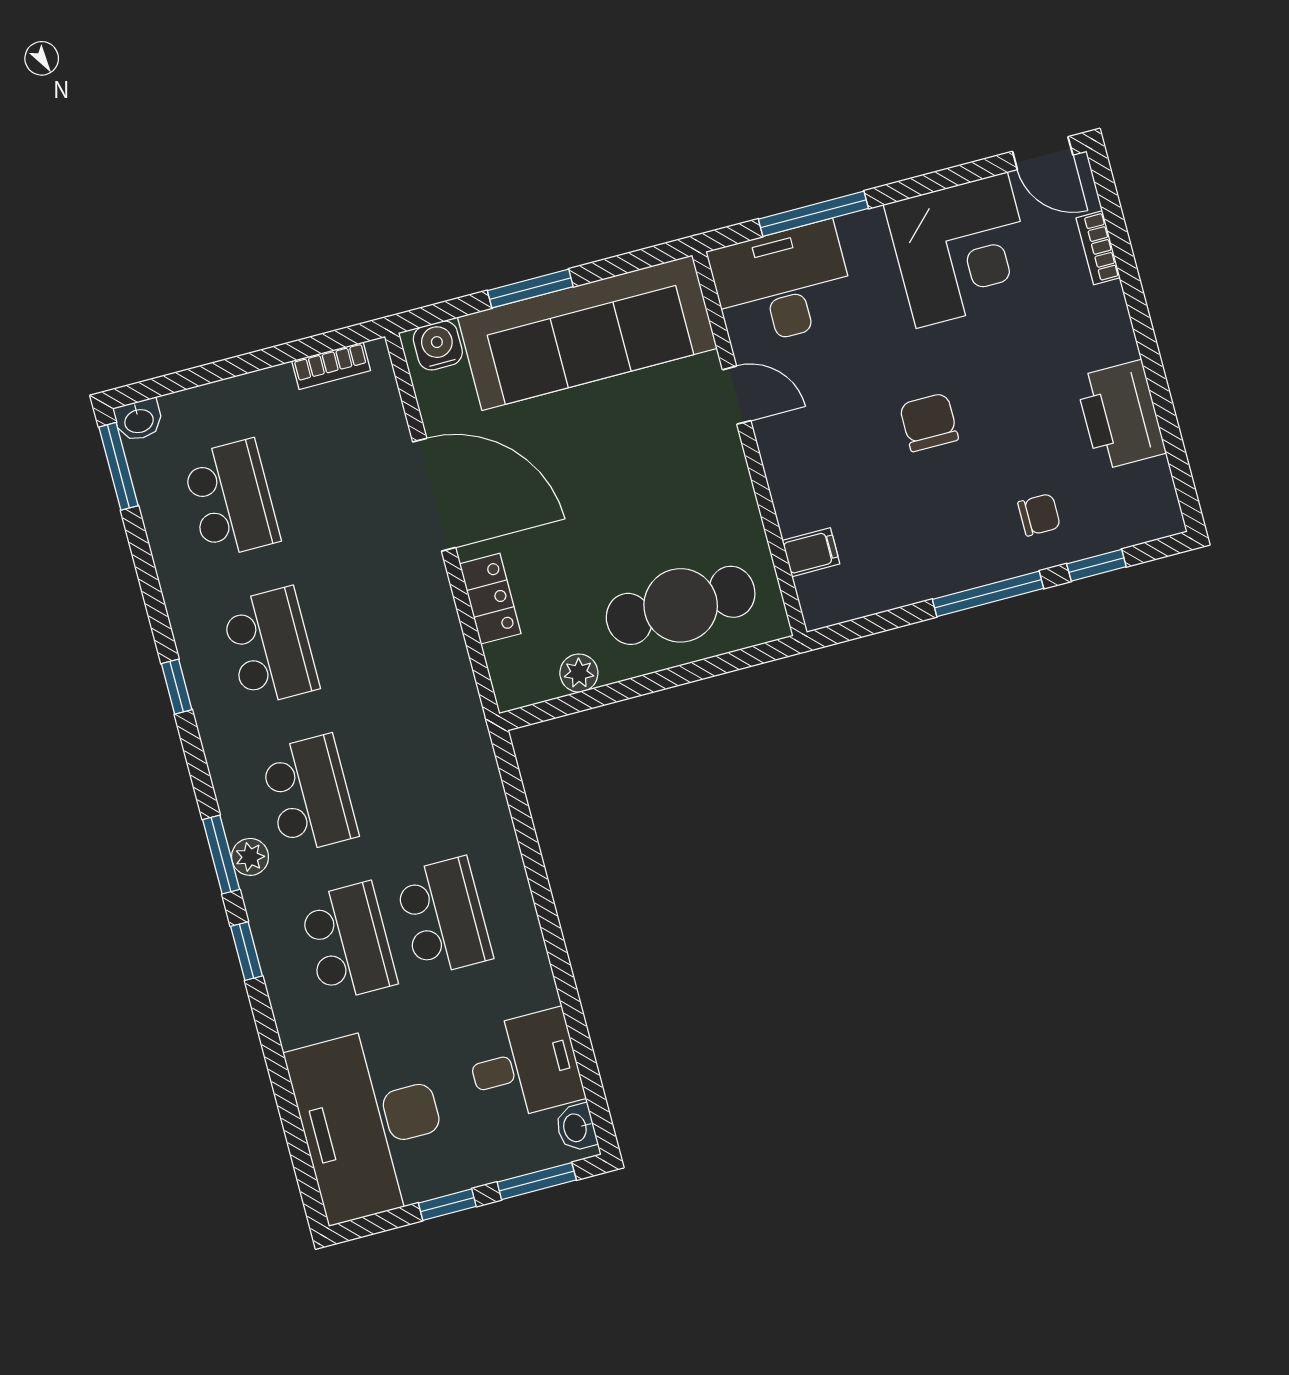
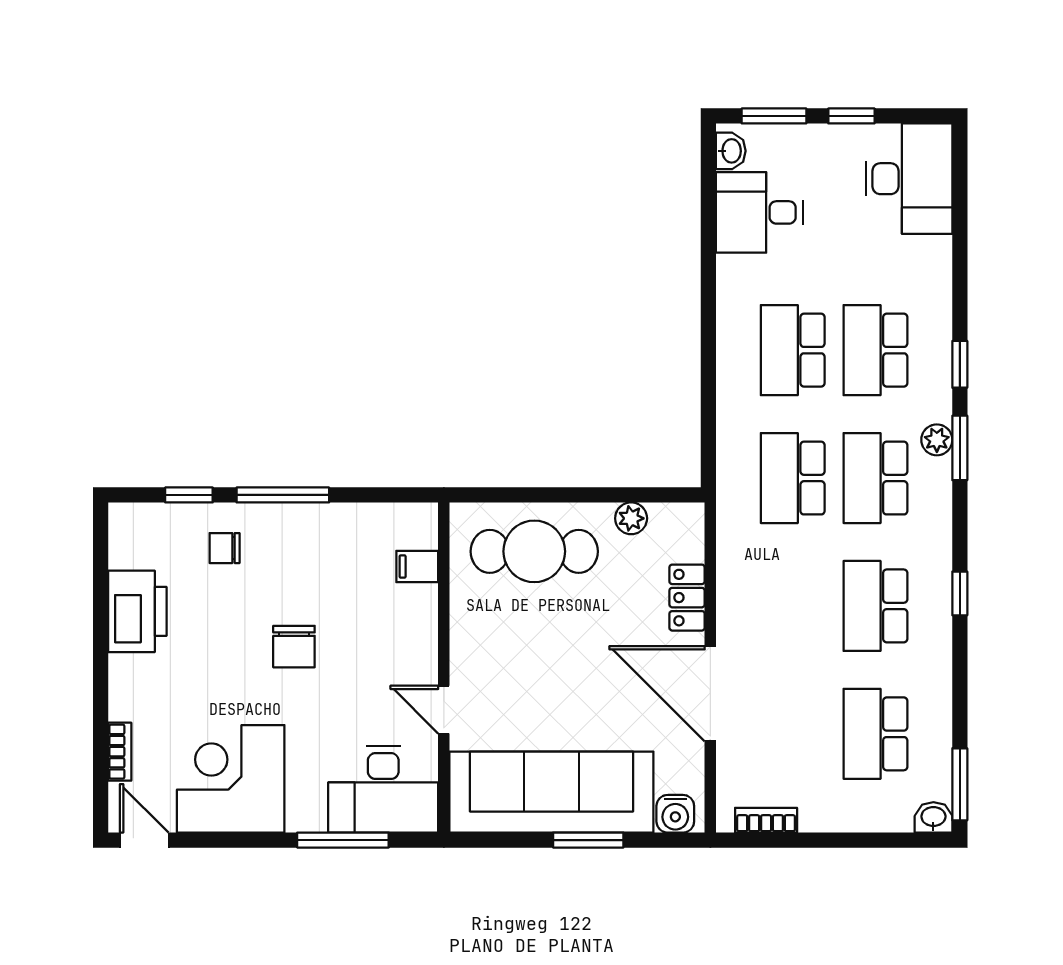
school desk: (405, 769) -> (793, 478), added
desk: (371, 1123) -> (909, 179), width x0.73, depth x0.77

